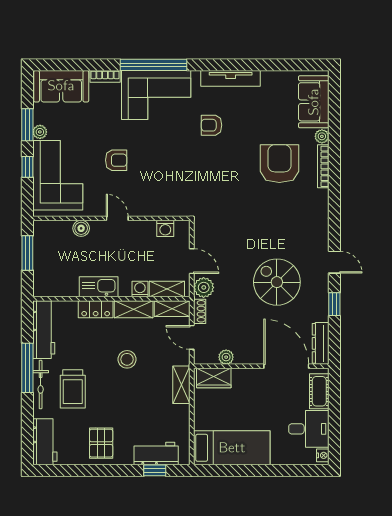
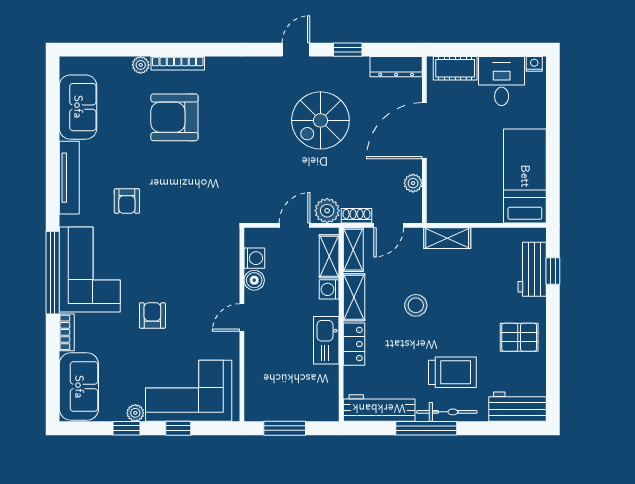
sofa: (314, 102) -> (78, 107), moved, turned -90
window: (27, 125) -> (126, 428), width x0.67
armchair: (116, 160) -> (152, 315), moved
boiler: (81, 228) -> (254, 280), moved
door: (286, 366) -> (424, 131), moved
wardrobe: (214, 378) -> (439, 198), removed

